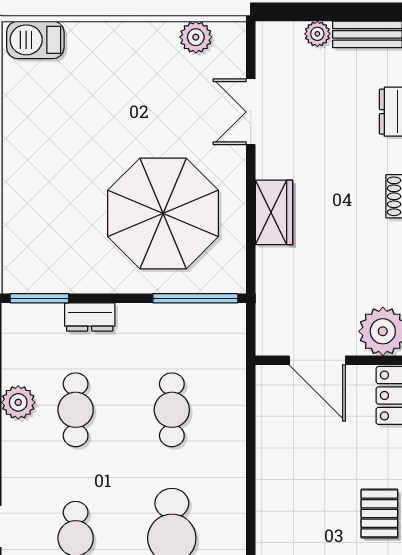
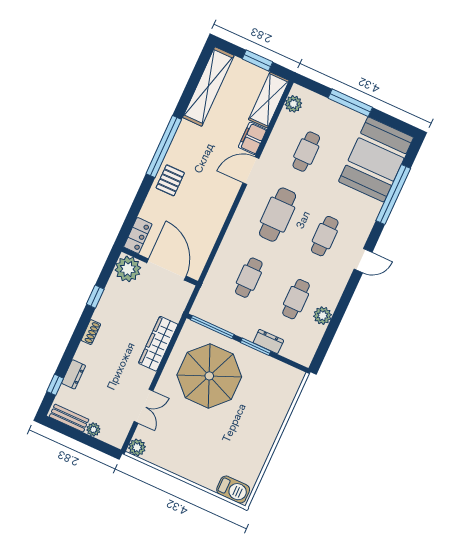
plant: (196, 37) -> (137, 447), moved
wardrobe: (274, 212) -> (158, 344), width x1.50
window: (39, 298) -> (256, 347), moved
door: (317, 360) -> (166, 269), width x1.36

